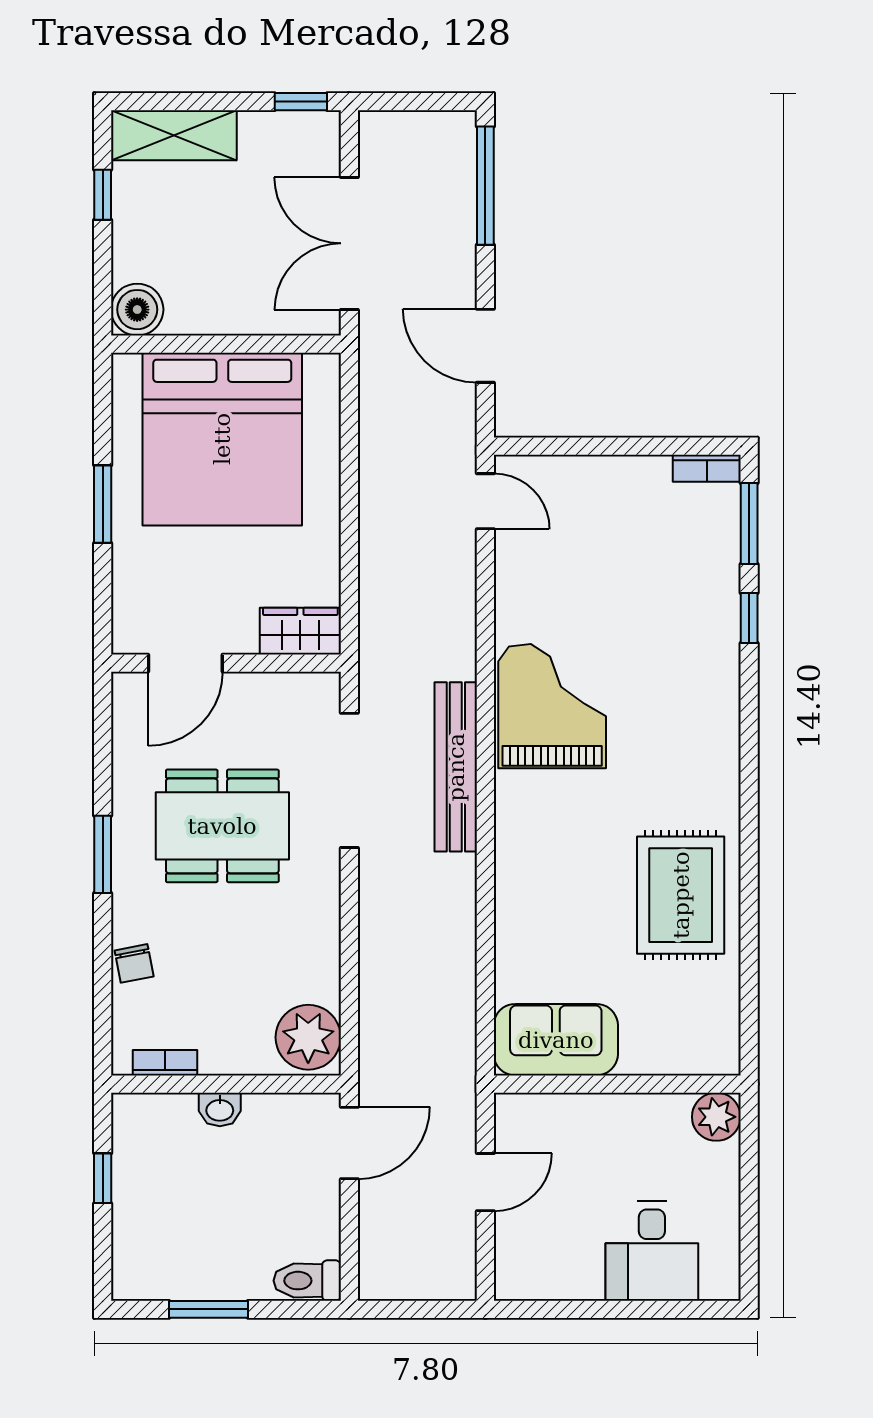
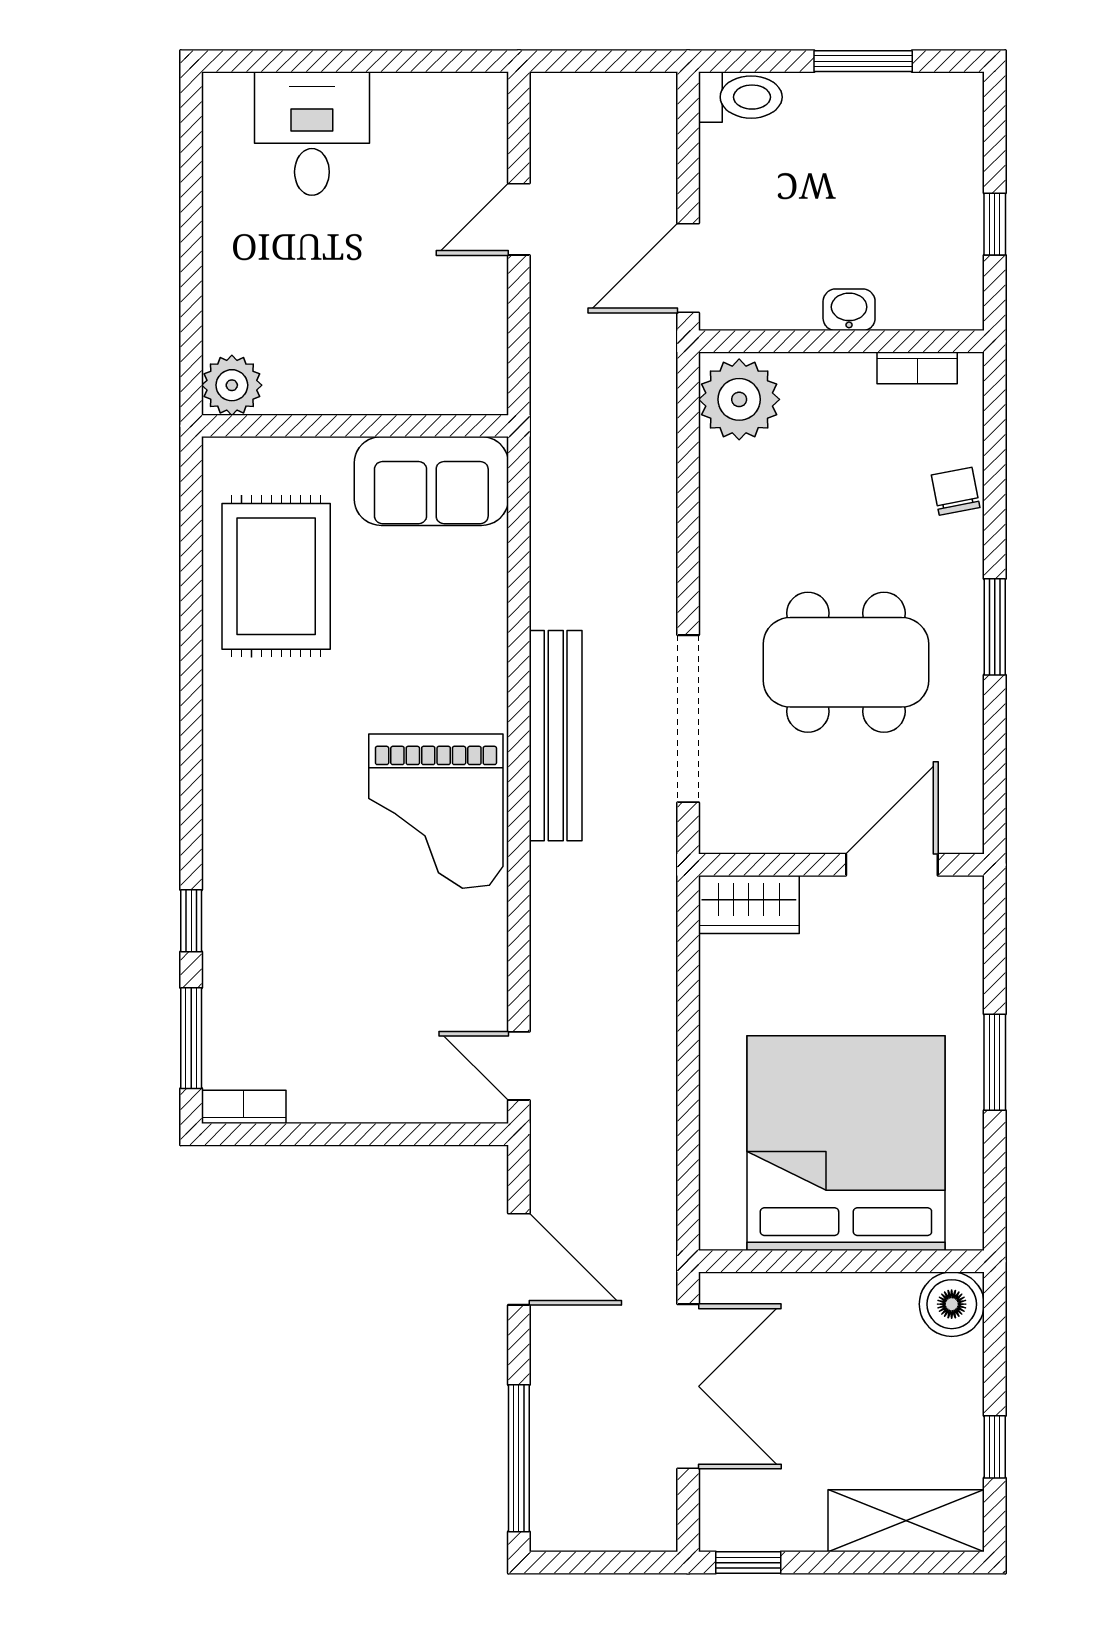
sofa: (556, 1040) -> (431, 481), moved
wall: (617, 1084) -> (355, 426), moved
plant: (716, 1117) -> (232, 385), moved

